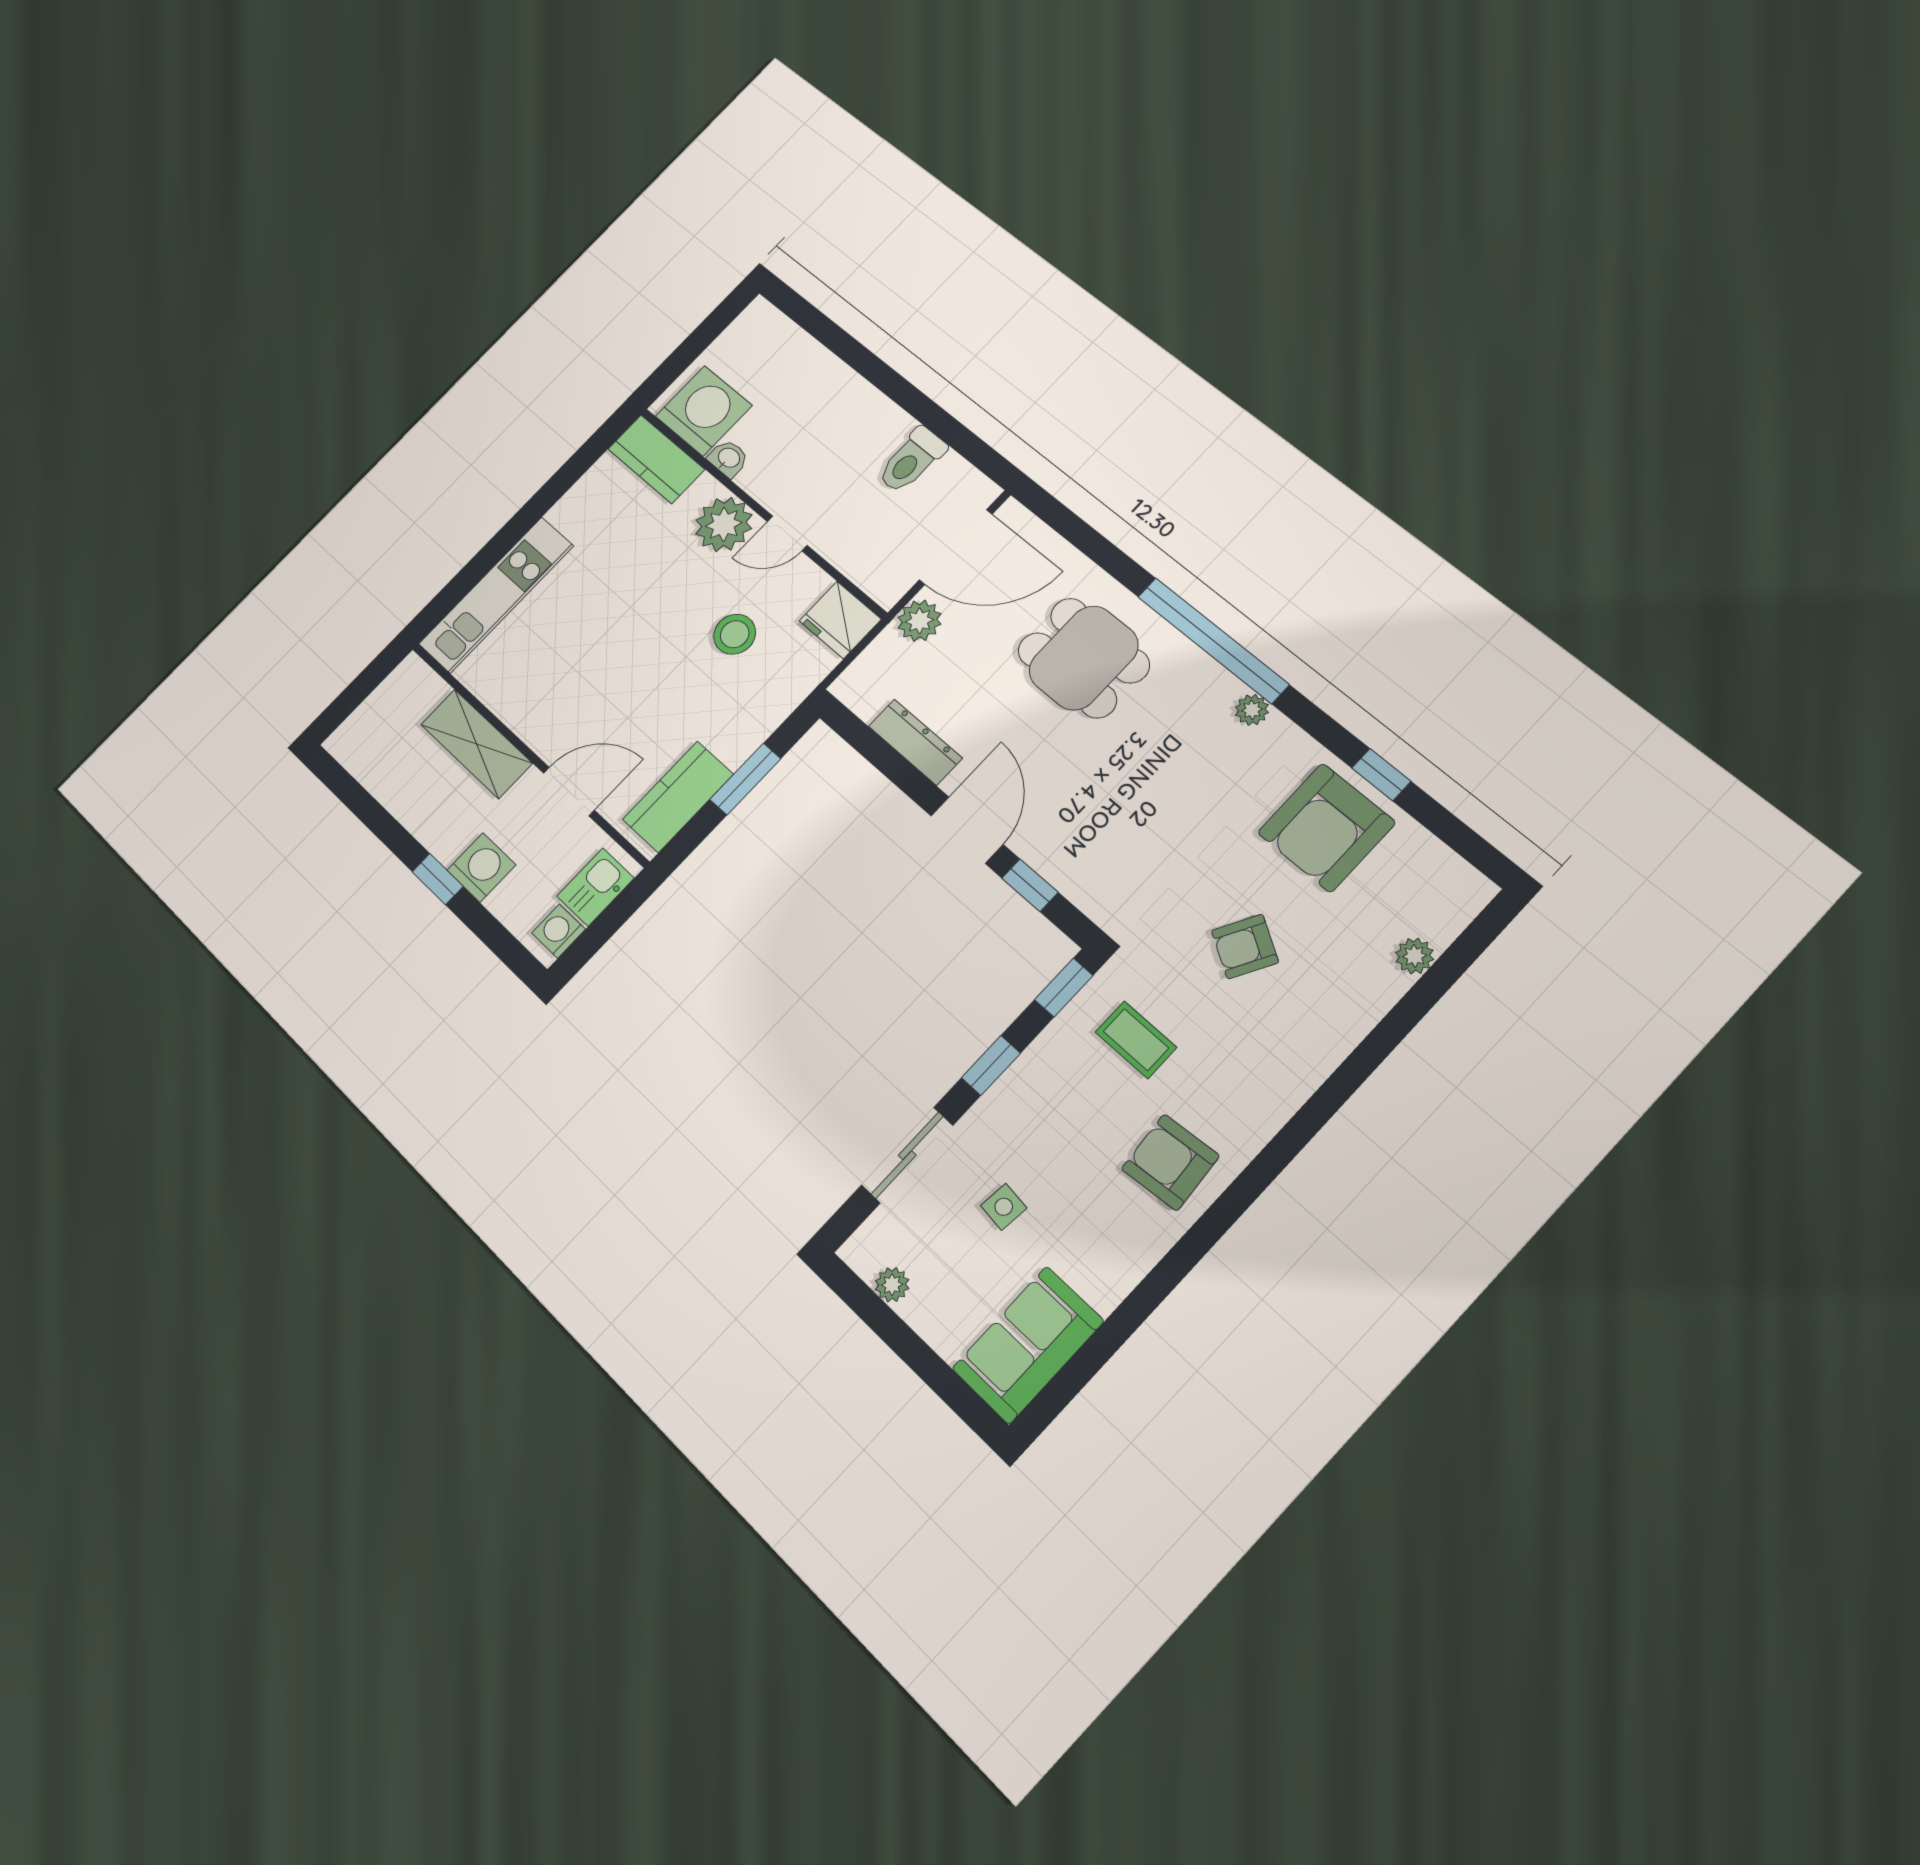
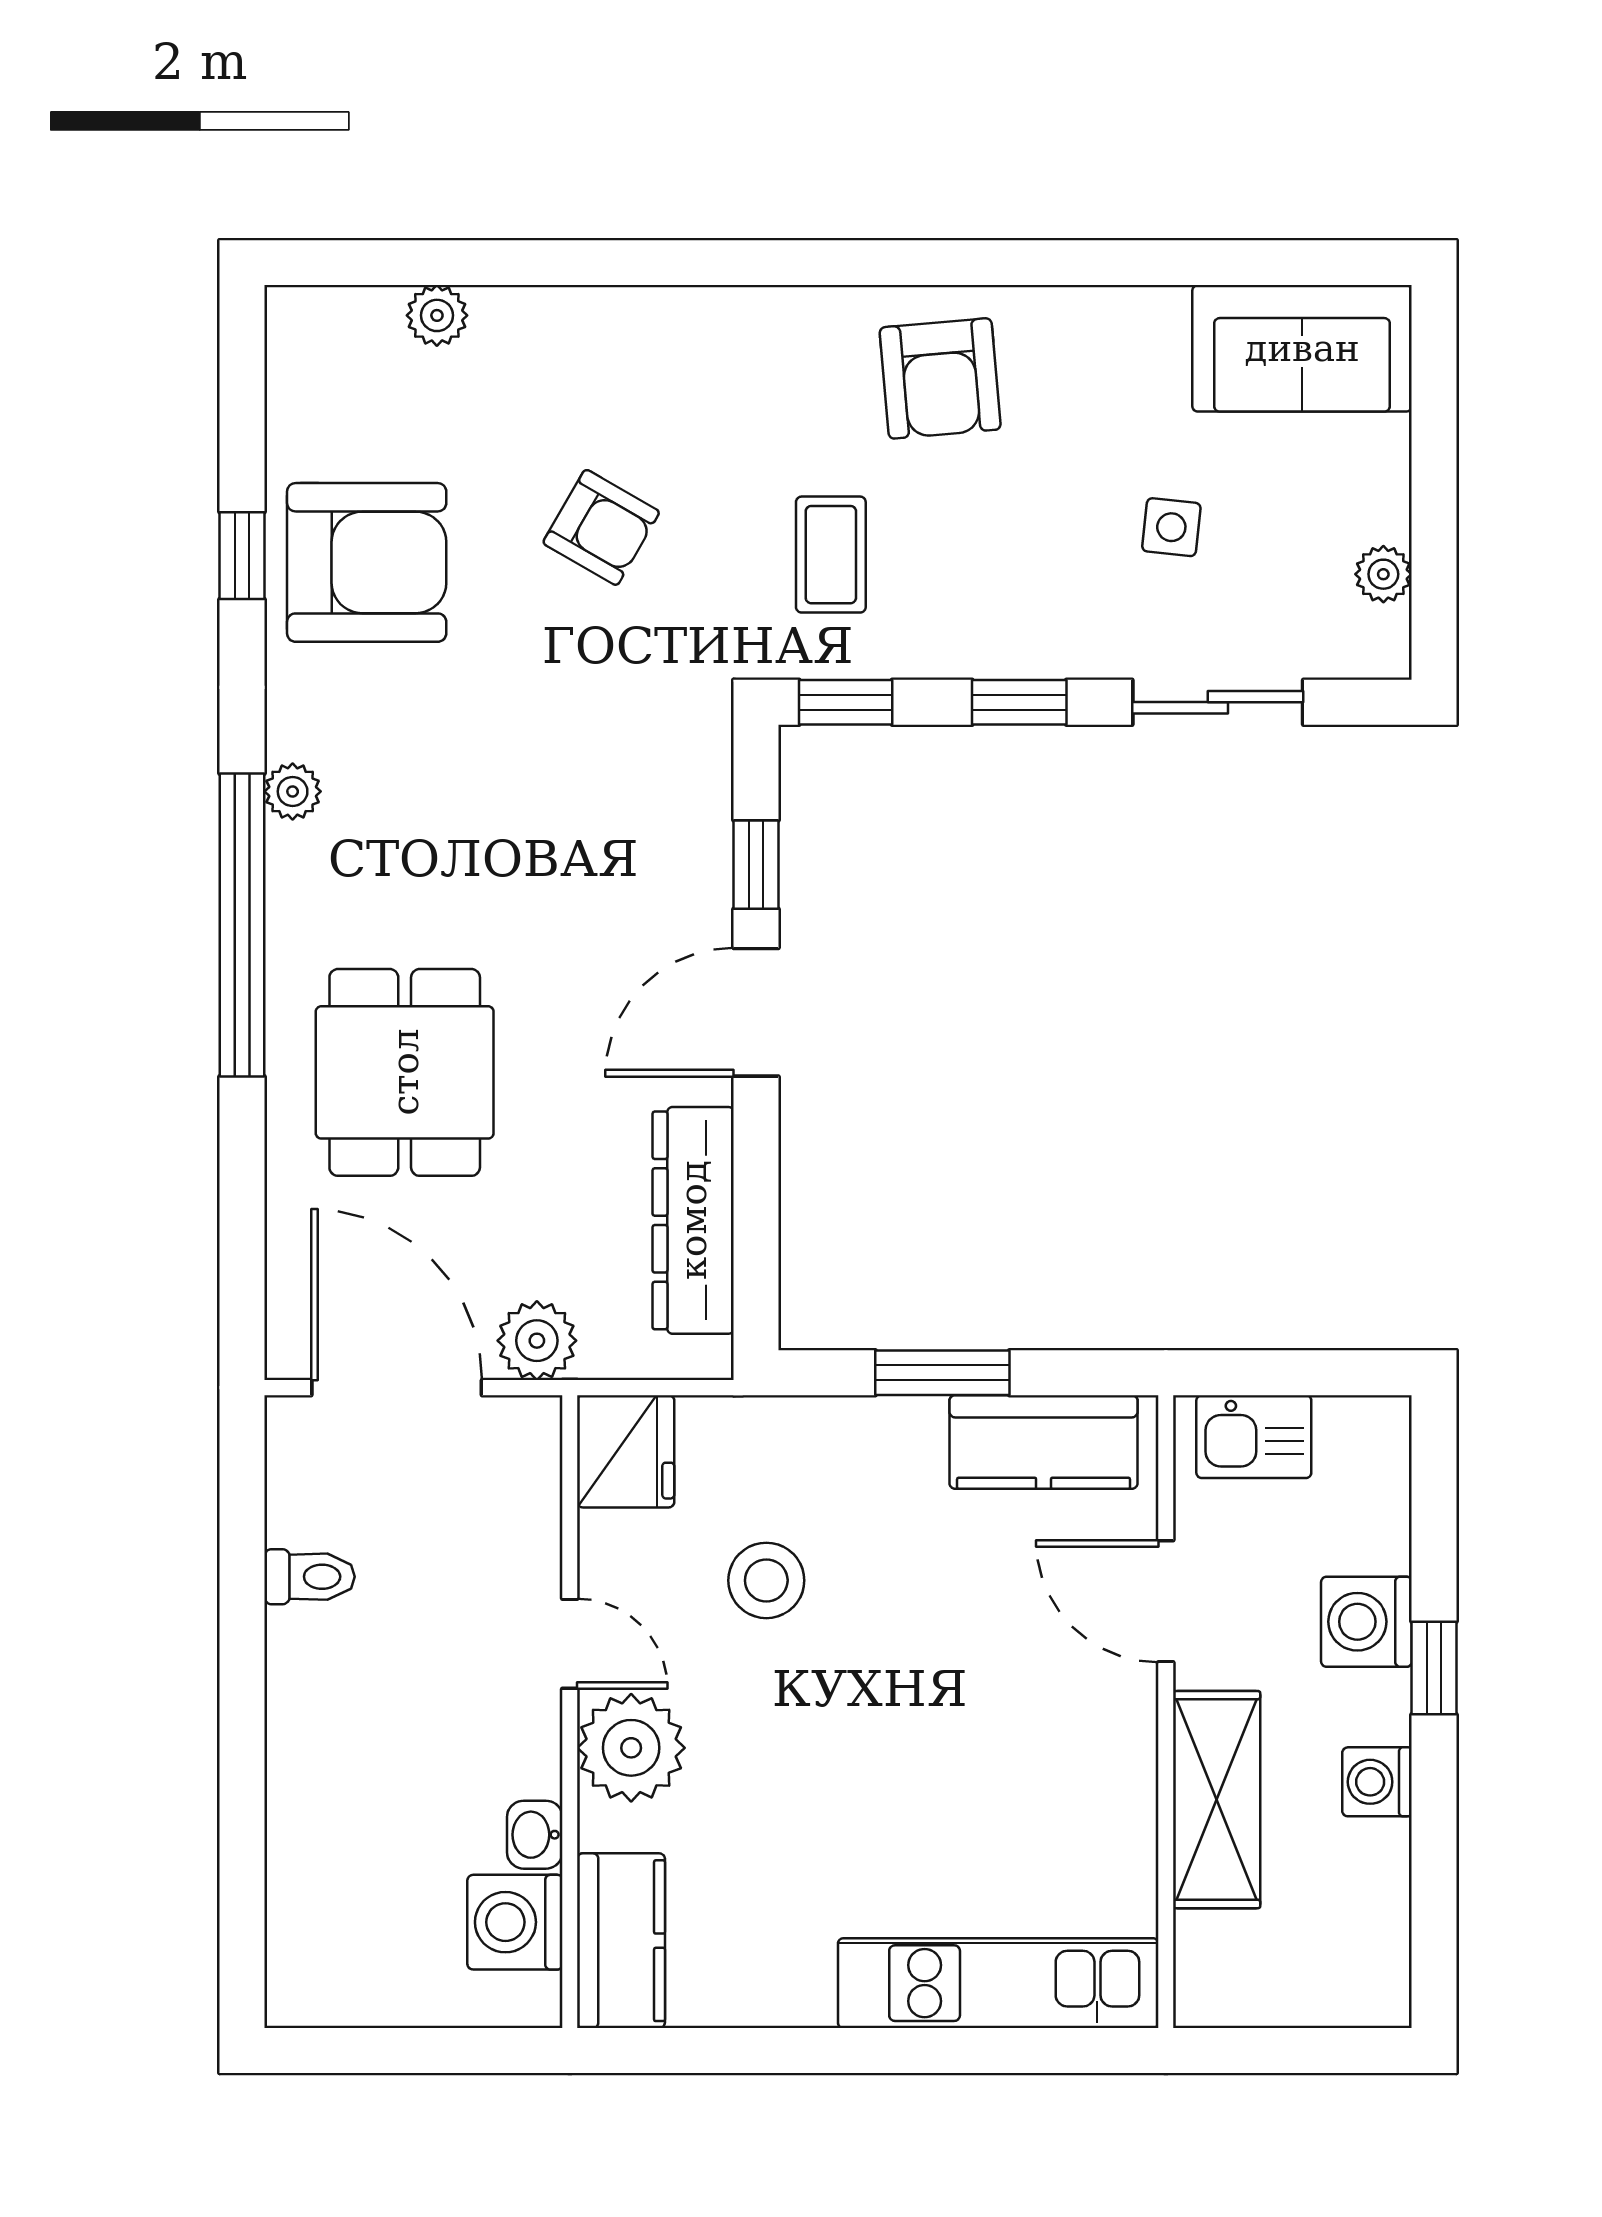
washing machine: (704, 411) -> (515, 1922), width x0.73, depth x0.73
toilet: (912, 460) -> (309, 1577), width x0.73, depth x0.72
dresser: (915, 742) -> (693, 1220), width x1.37, depth x1.24
washing machine: (559, 931) -> (1377, 1782), moved, turned 90

